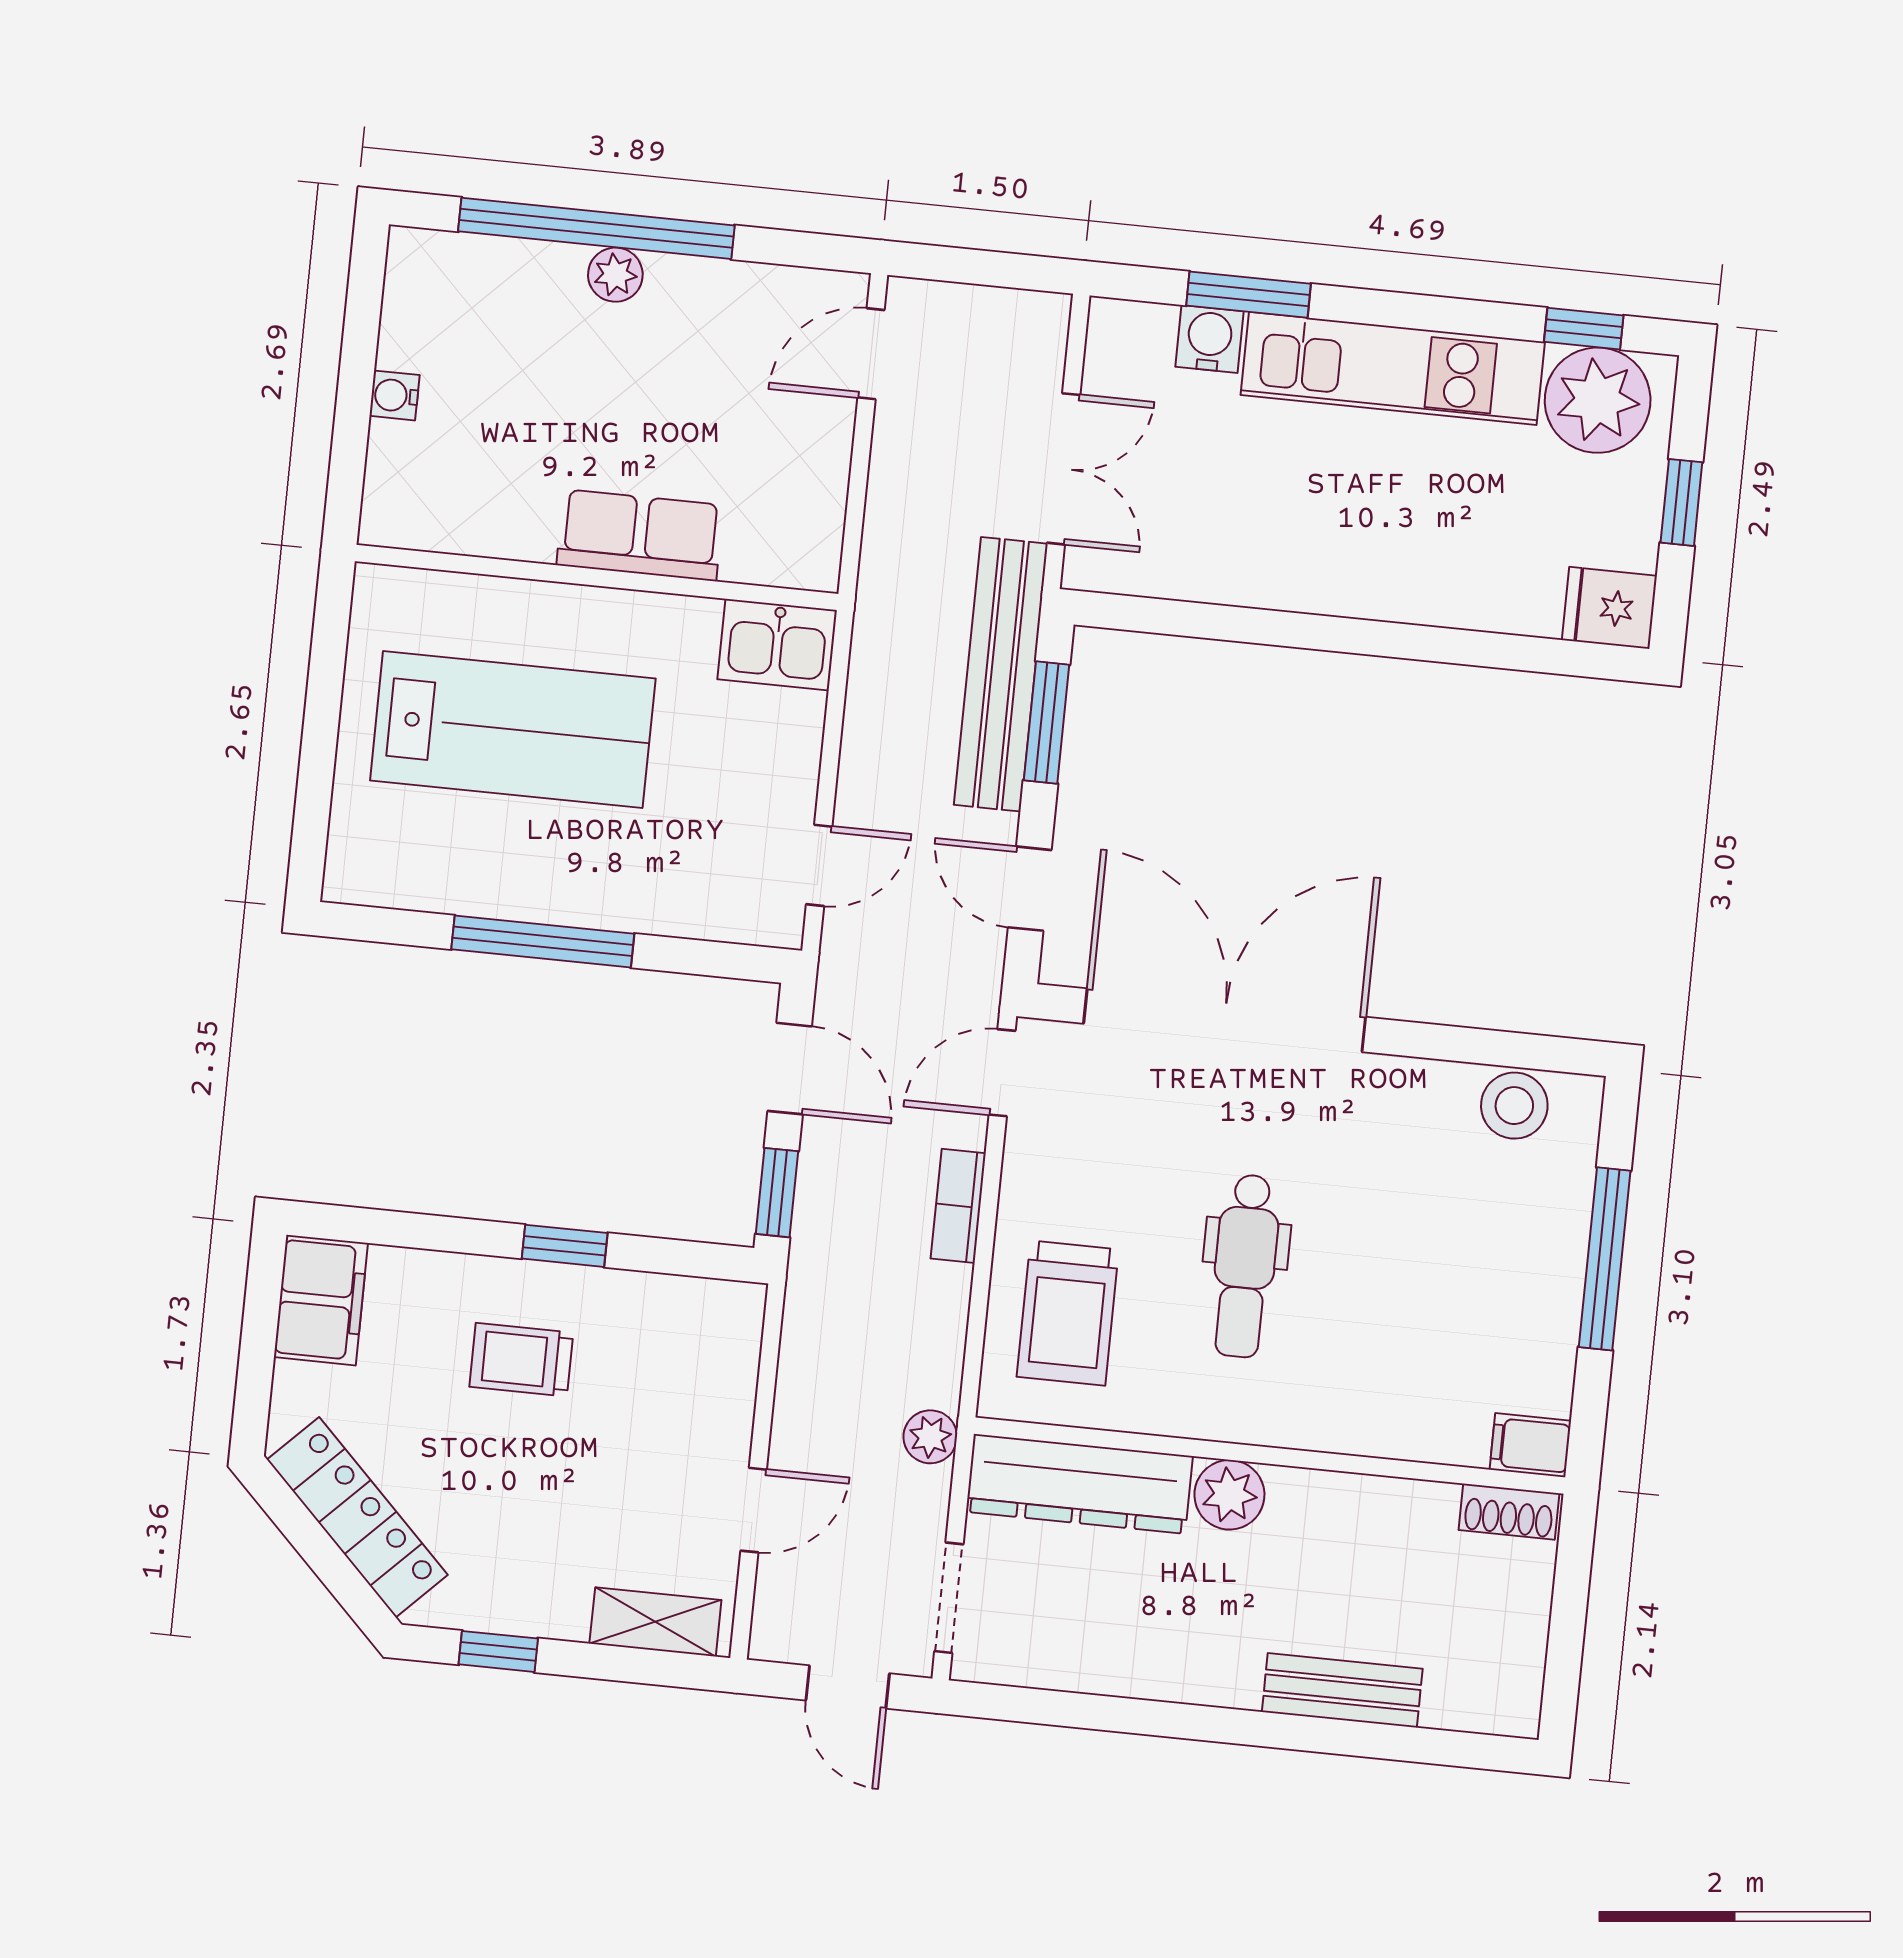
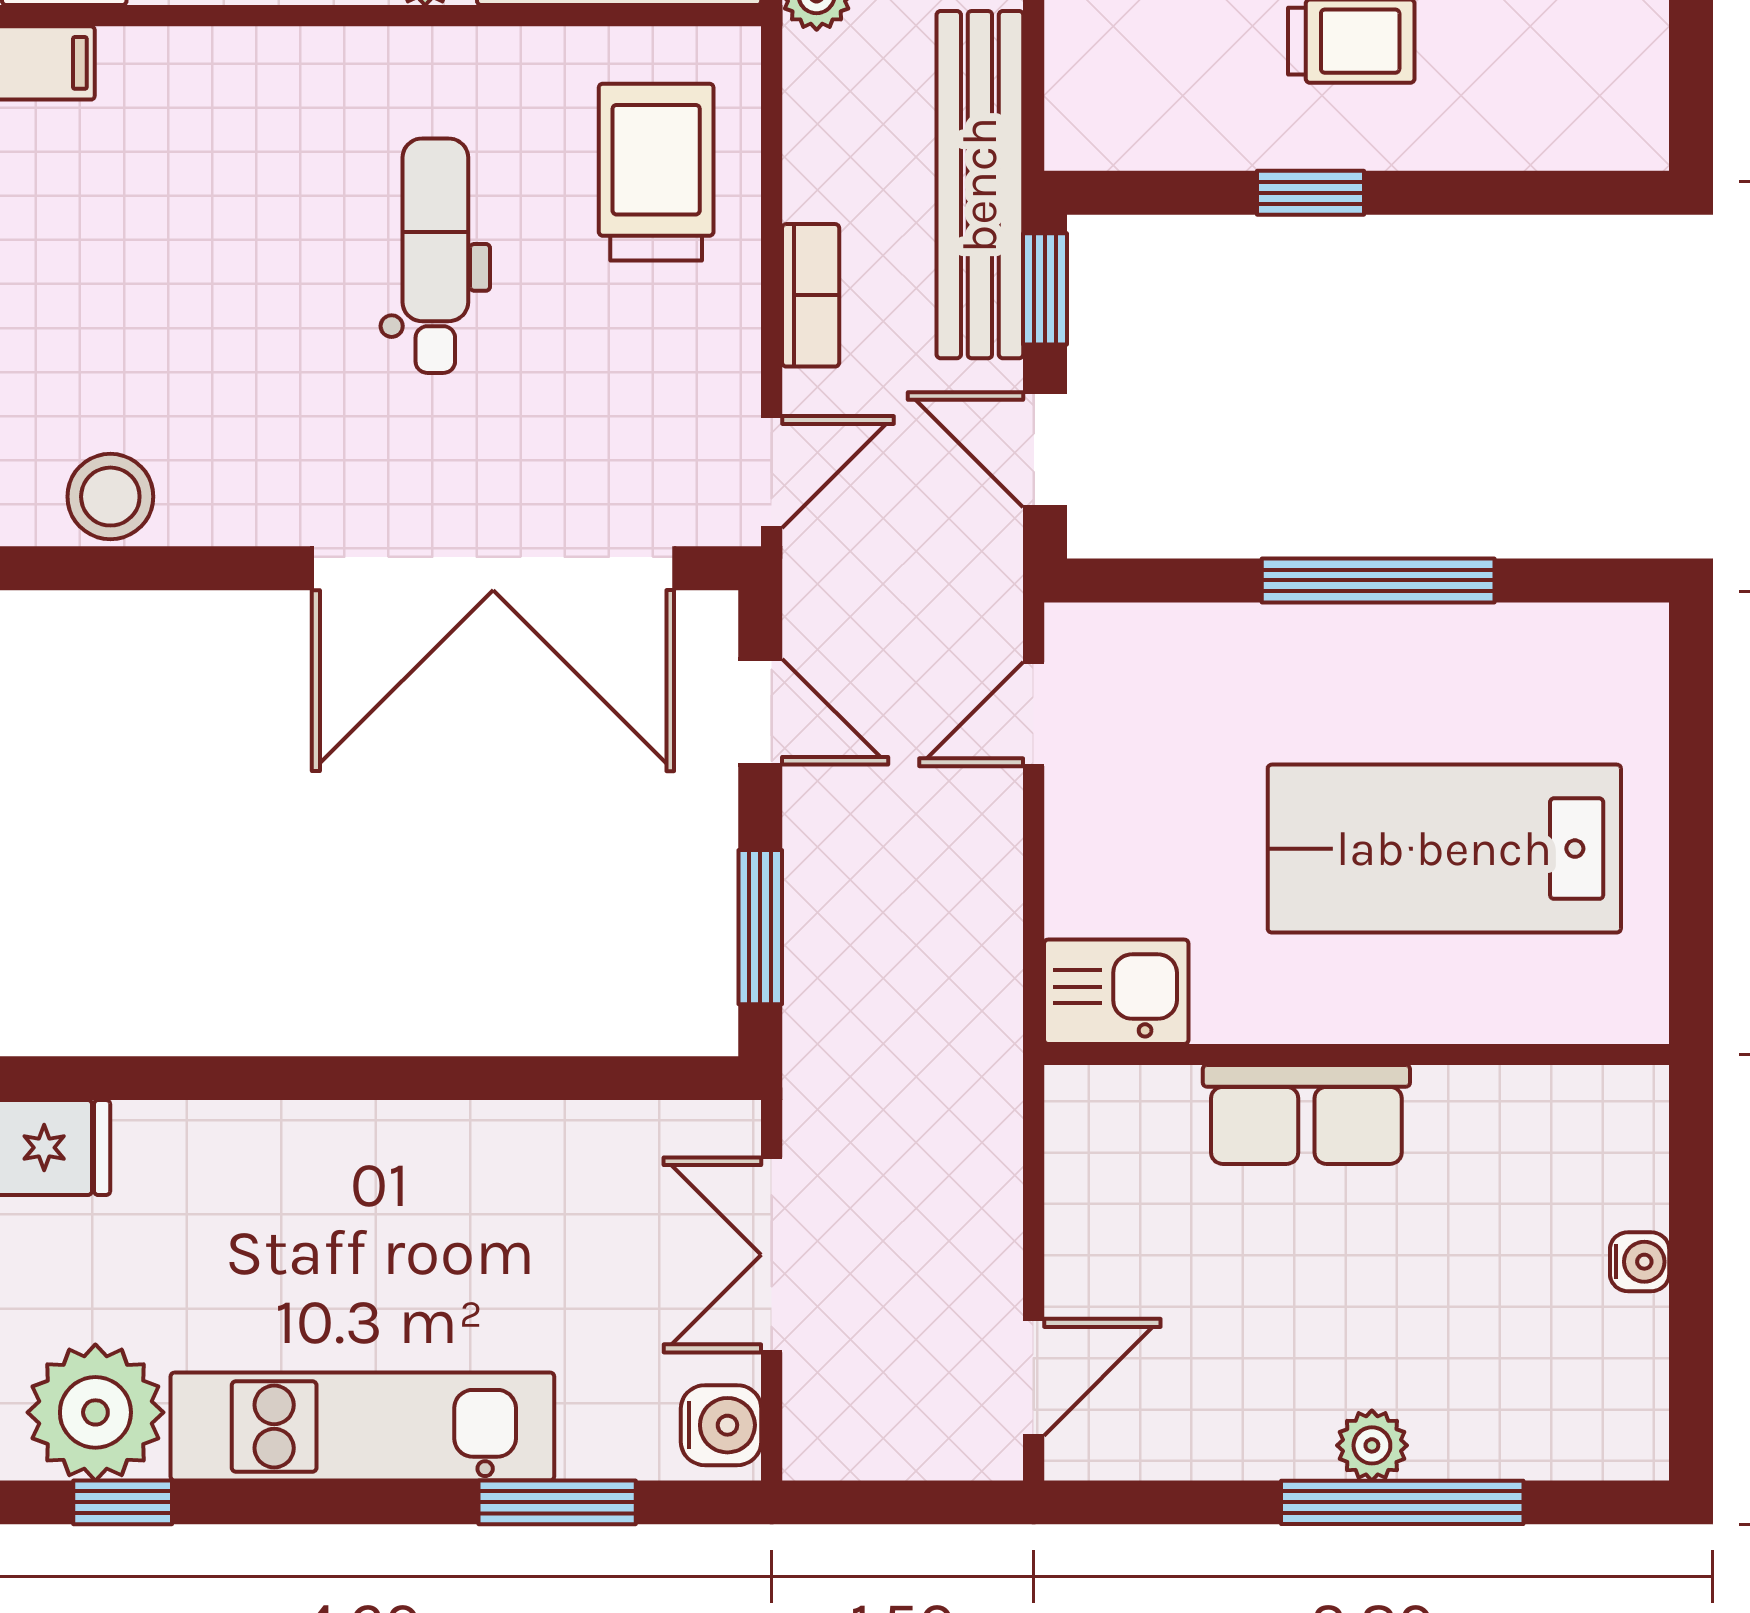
window: (596, 228) -> (1402, 1502), width x0.68
water cooler: (1210, 339) -> (721, 1425), moved, turned -90
bench: (1001, 674) -> (980, 185), moved
filing cabinet: (321, 1300) -> (1616, 92), removed

